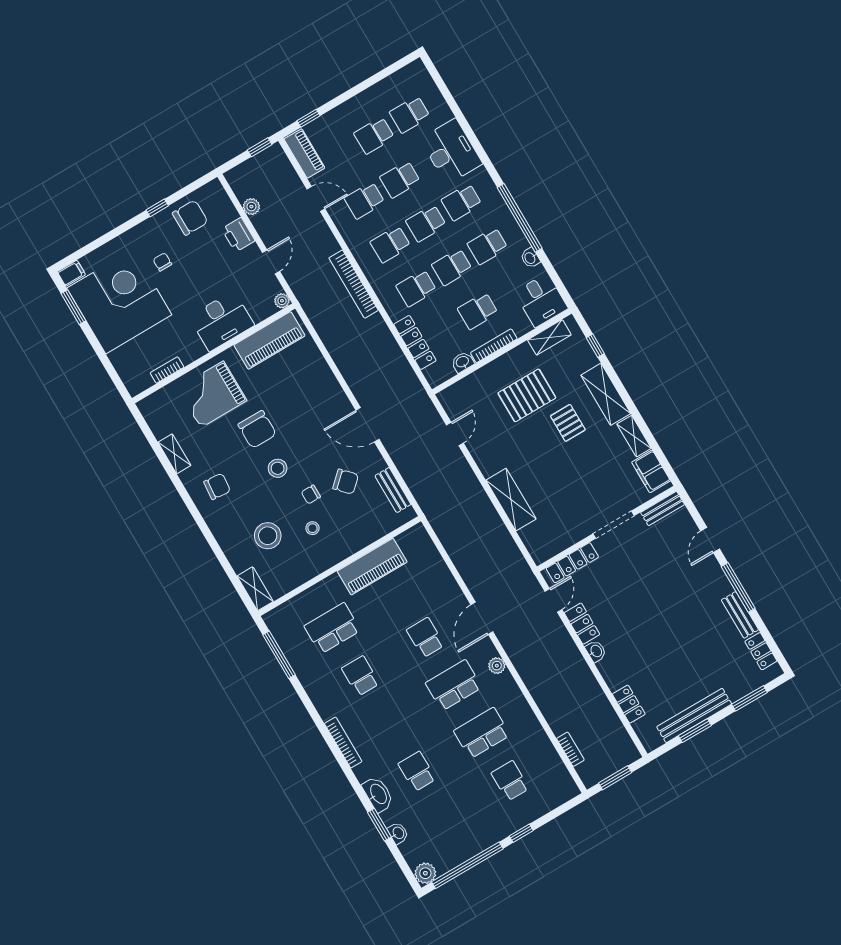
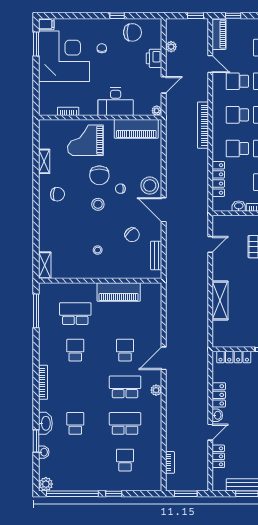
chair: (311, 494) -> (120, 189), moved
stool: (268, 536) -> (150, 186), moved
door: (553, 600) -> (210, 432), moved

